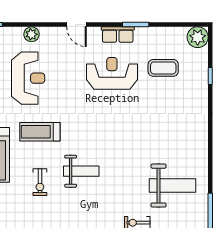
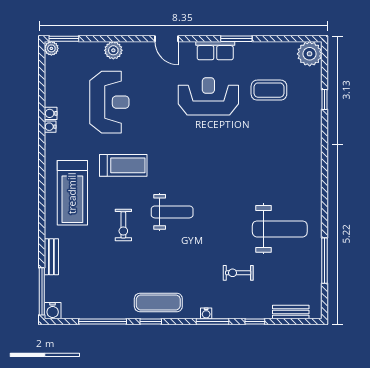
treadmill: (40, 132) -> (123, 165), turned 180

